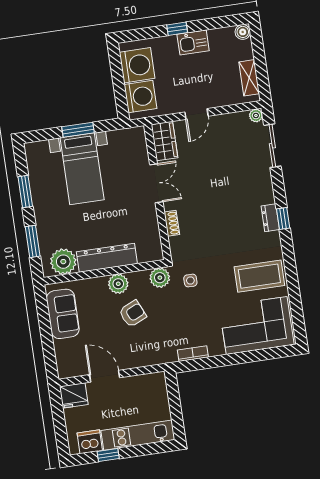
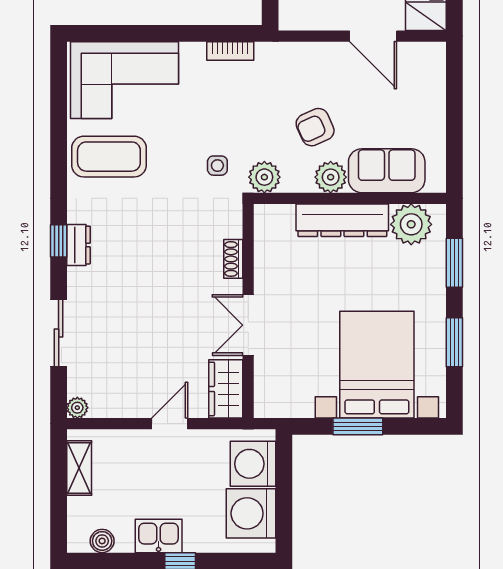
boiler: (243, 32) -> (102, 541), moved
sliding door: (272, 146) -> (59, 333), moved
bed with nightstands: (82, 169) -> (377, 365), width x1.36
sofa: (63, 314) -> (387, 171), moved, turned 90

